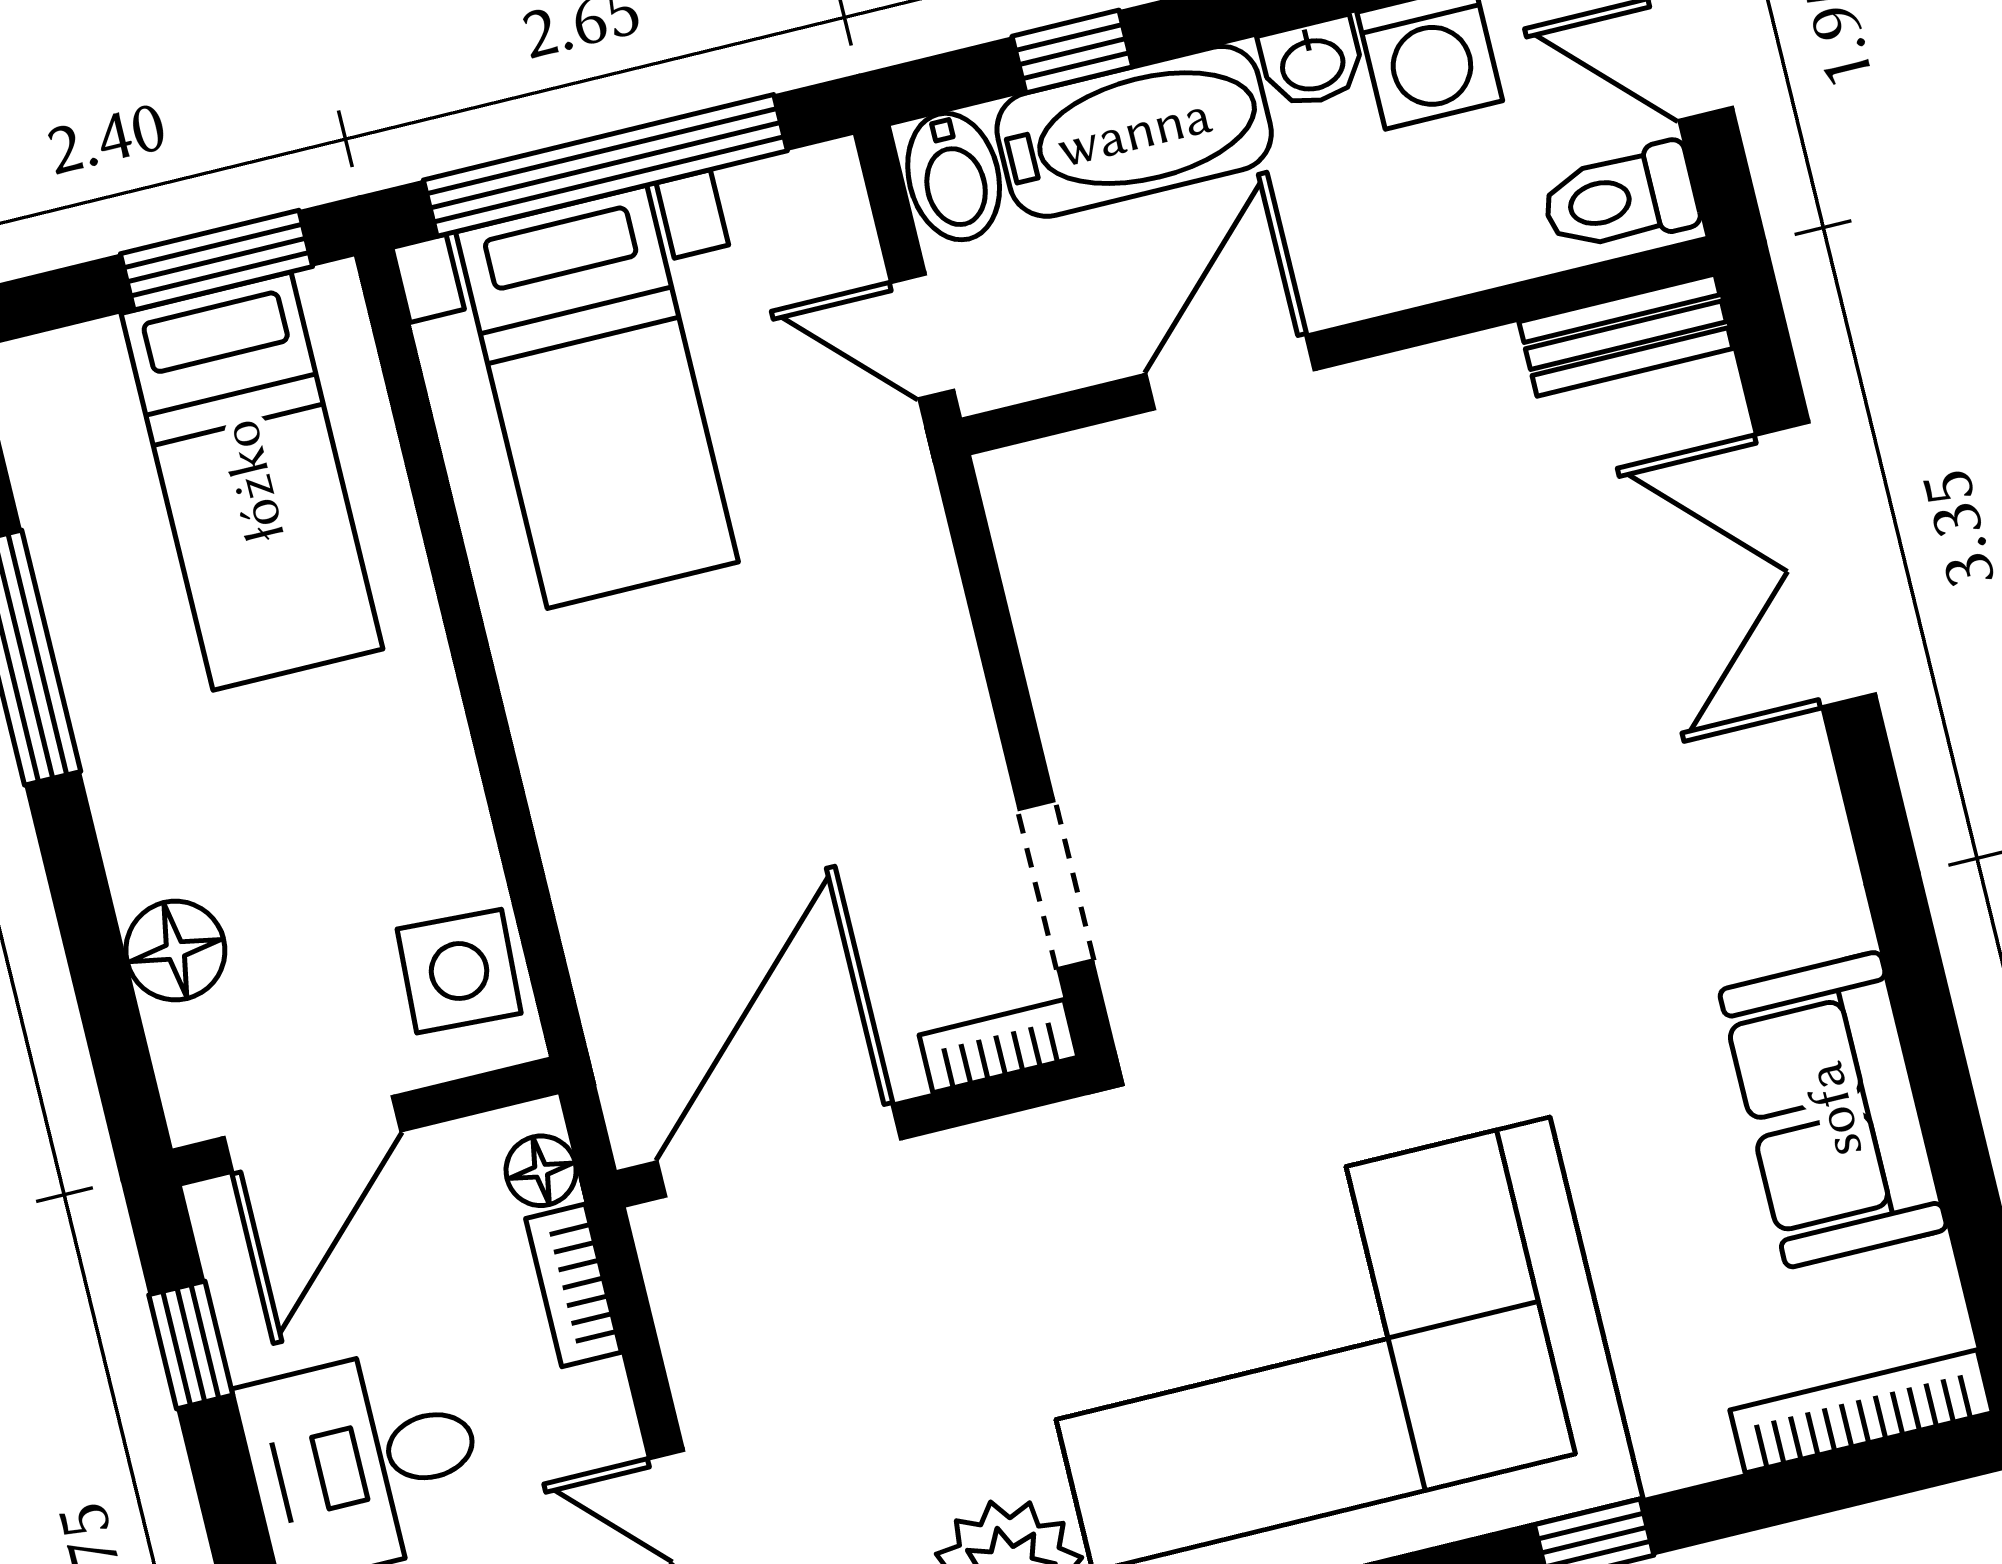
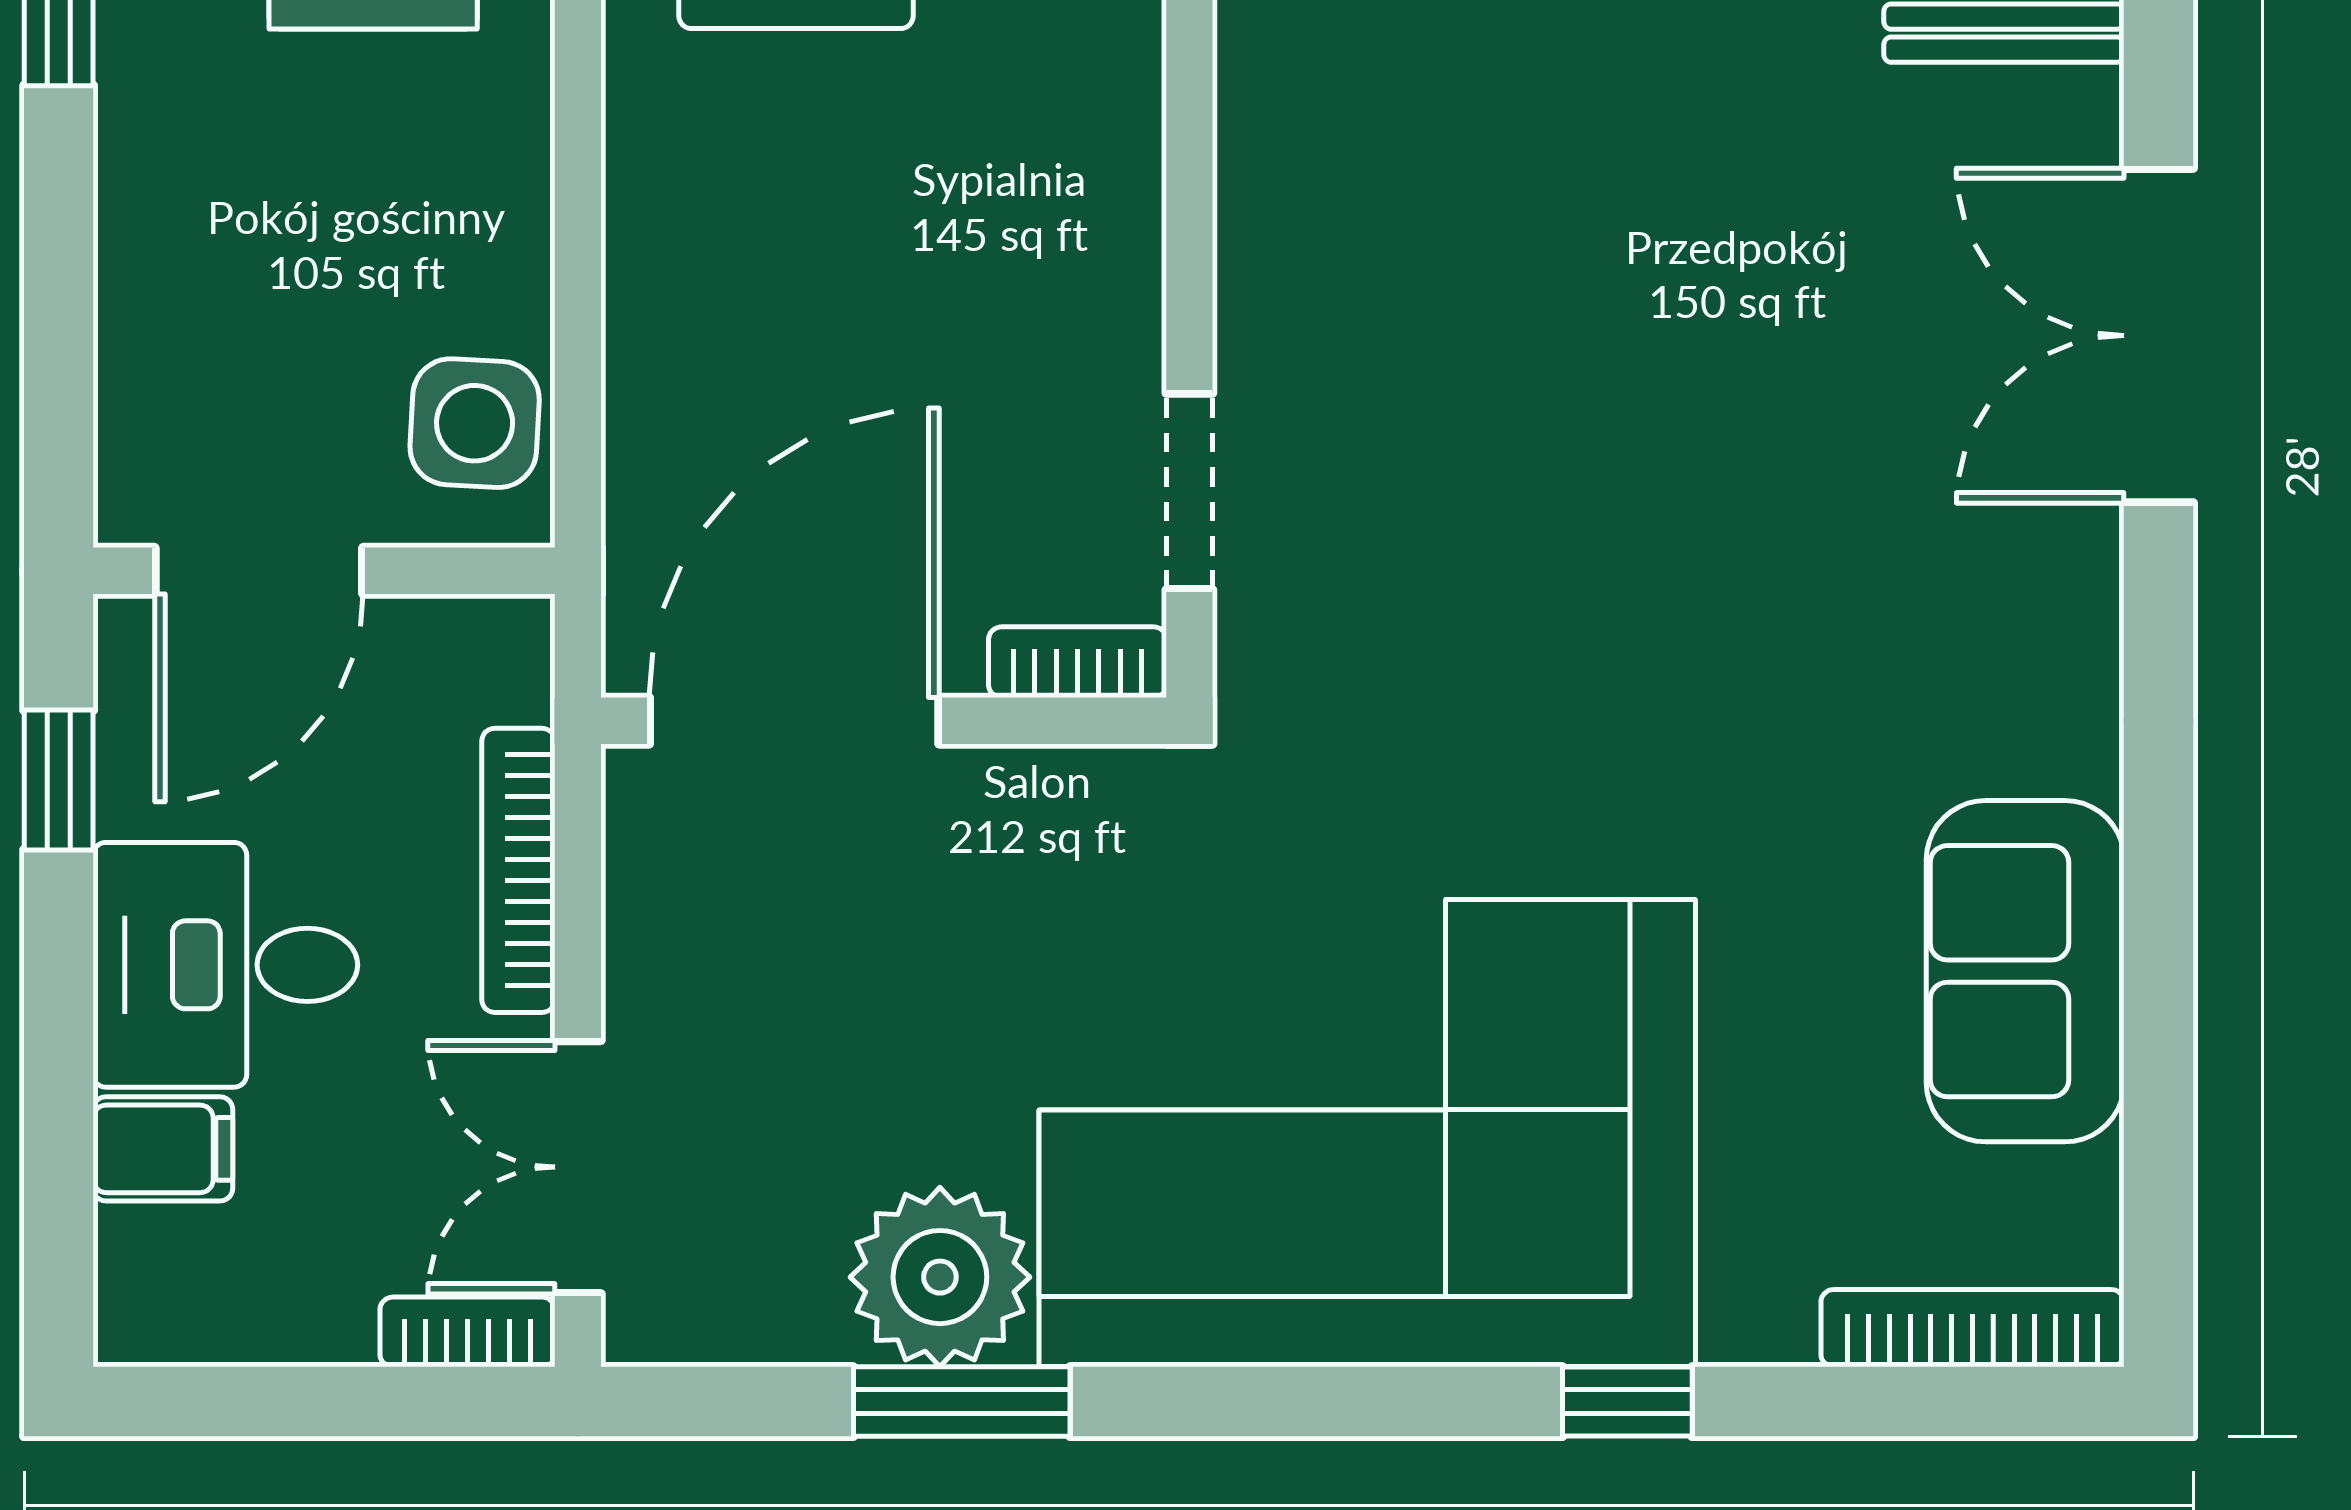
floor lamp: (175, 951) -> (152, 319), removed
floor lamp: (541, 1171) -> (513, 677), removed
bookcase: (574, 1285) -> (518, 870), width x1.56

